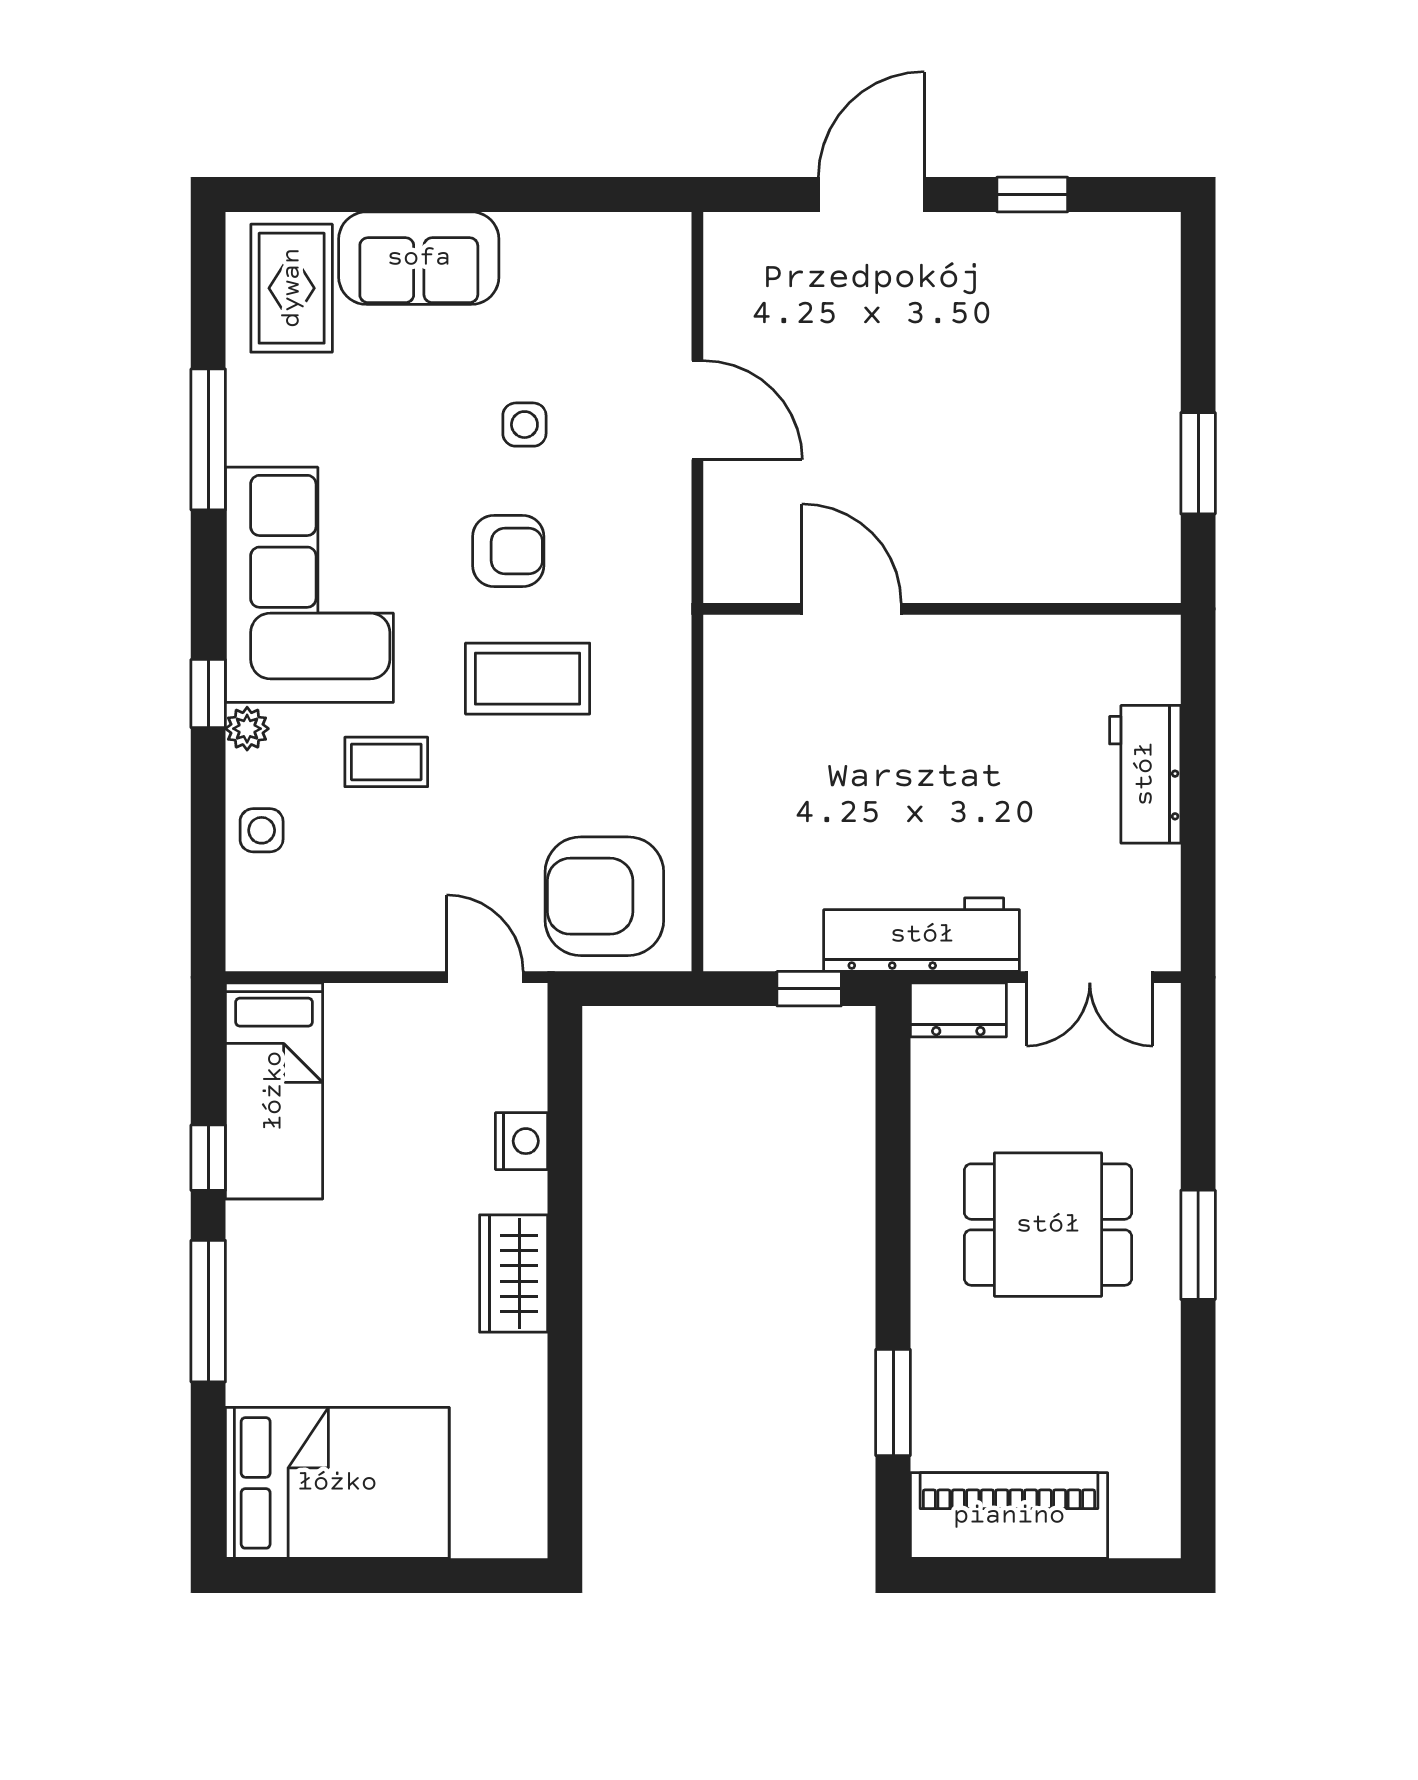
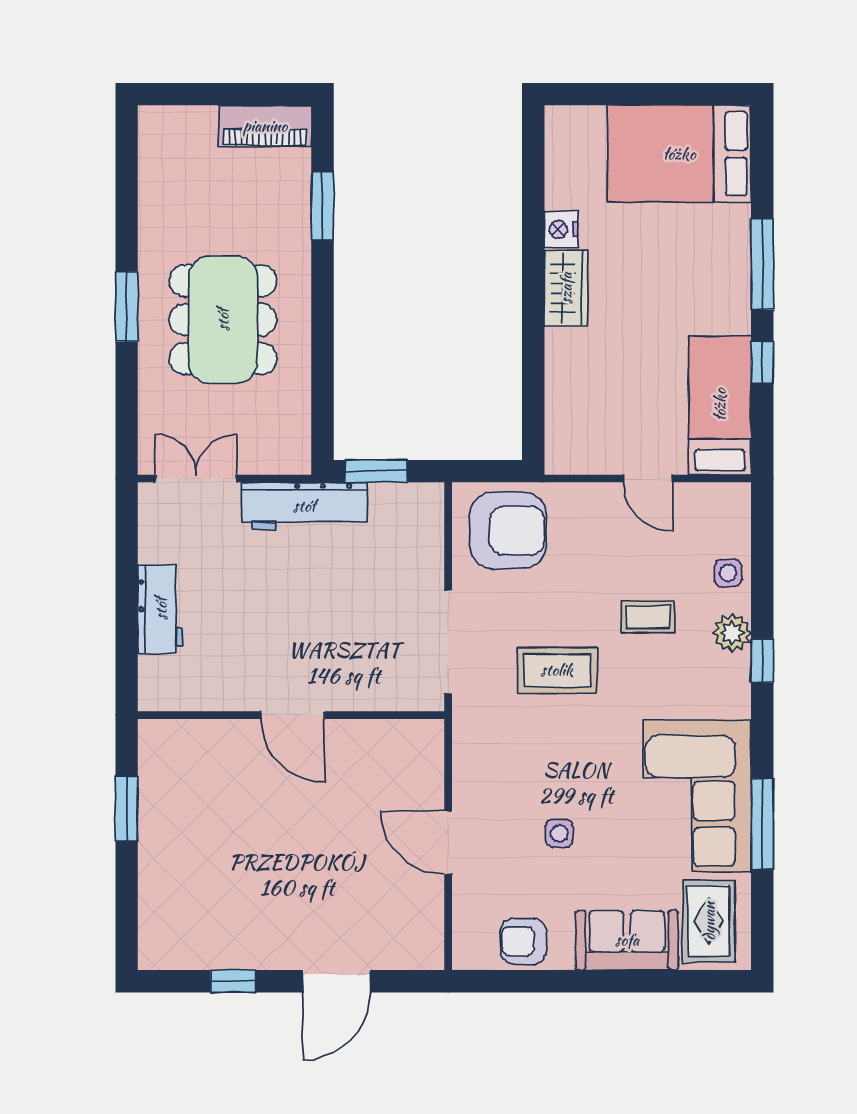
armchair: (508, 551) -> (523, 941), moved
corner sofa: (309, 585) -> (697, 796), moved
door: (852, 609) -> (293, 715), moved
doorway: (697, 723) -> (448, 642), added
plant: (247, 729) -> (732, 633), width x1.38, depth x1.38
door: (485, 977) -> (648, 479), moved
window: (809, 989) -> (376, 471), width x1.50
dresser: (958, 1010) -> (281, 457), removed
nightstand: (522, 1141) -> (561, 229), moved
dining table: (1048, 1225) -> (223, 320), width x1.38
piano: (1009, 1516) -> (265, 126), width x0.73, depth x0.75

